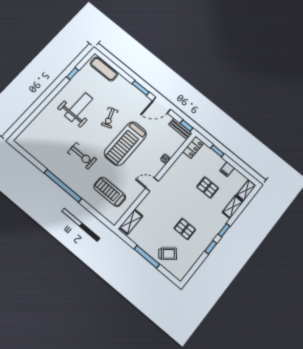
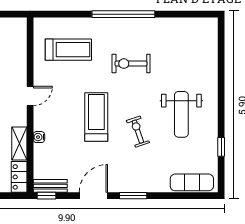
treadmill: (125, 144) -> (96, 117), width x0.73, depth x0.73
shelving: (131, 222) -> (19, 143), moved

